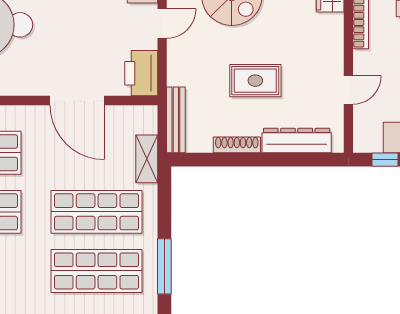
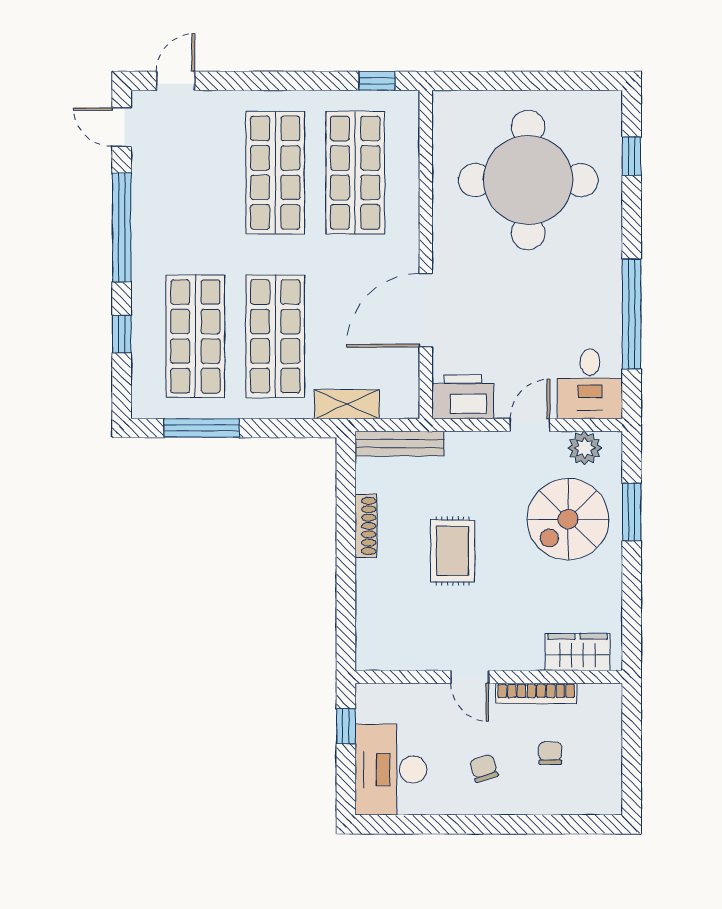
door: (162, 23) -> (530, 425), swing flipped
door: (348, 90) -> (470, 677), moved
dresser: (297, 140) -> (372, 607), removed

